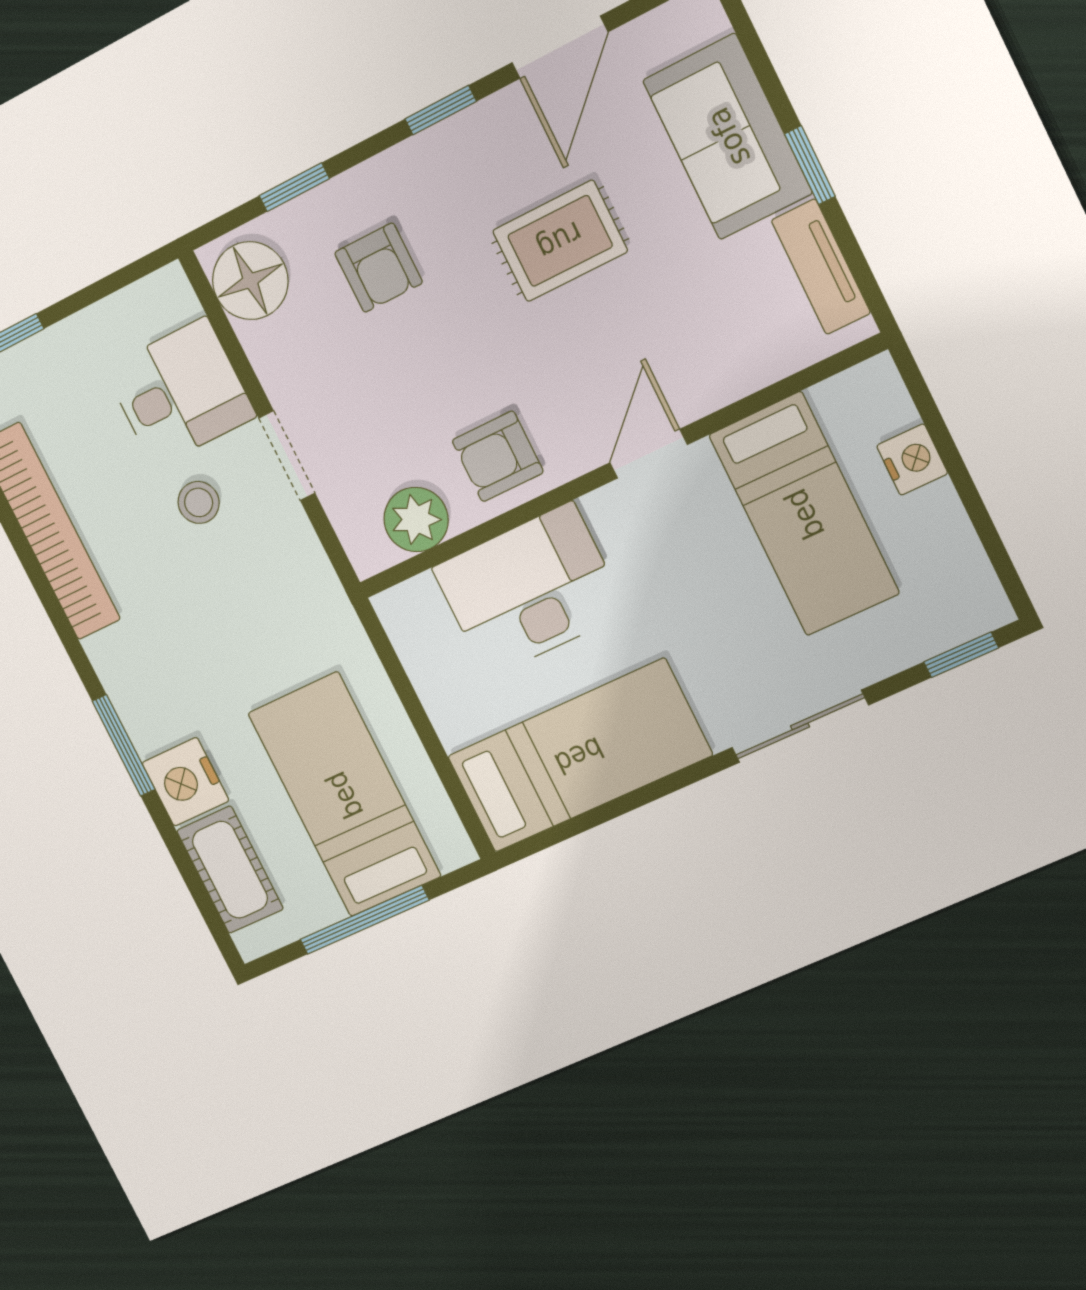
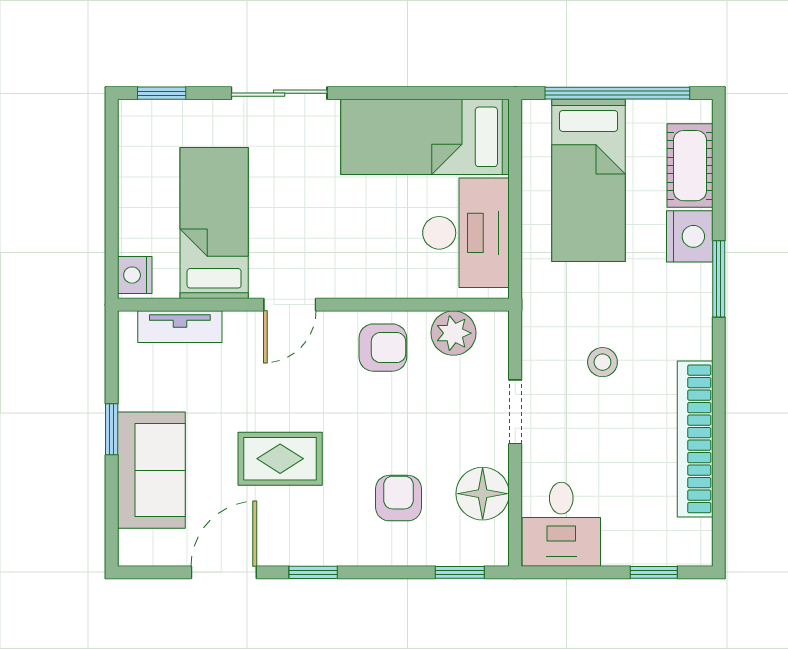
window: (294, 187) -> (460, 572), moved
tv unit: (821, 267) -> (180, 327), moved, turned 90
floor lamp: (250, 281) -> (483, 494), moved
desk: (180, 392) -> (561, 524), moved, turned -90
nightstand: (912, 460) -> (135, 275), moved
stool: (199, 502) -> (602, 362), moved
desk: (529, 590) -> (466, 233), moved, turned -90
window: (364, 920) -> (617, 93), width x1.46

